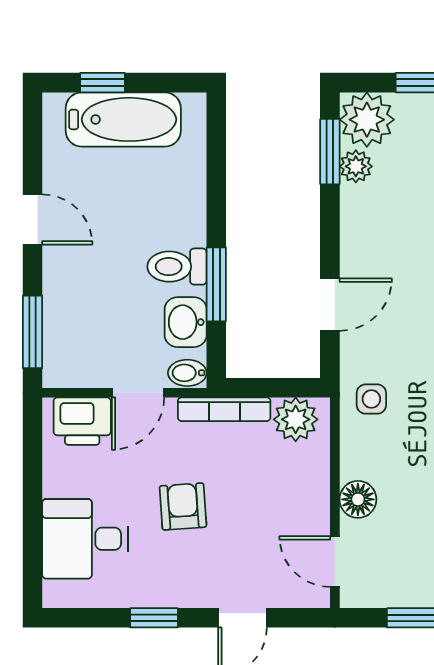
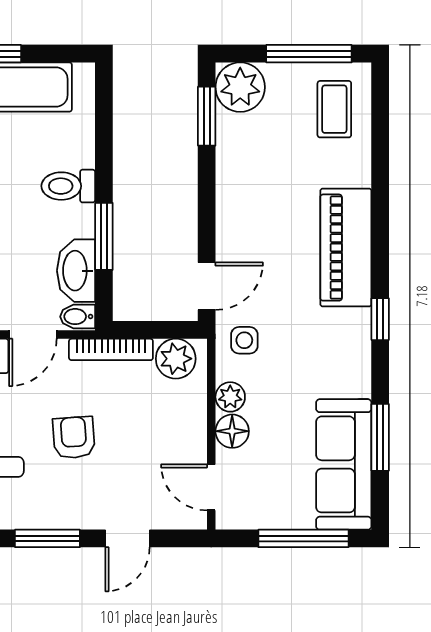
plant: (356, 166) -> (230, 397), moved
toilet: (177, 267) -> (68, 186), moved
door: (330, 305) -> (207, 286), moved
washbasin: (186, 322) -> (76, 271), width x1.38
window: (154, 618) -> (47, 538), width x1.50

